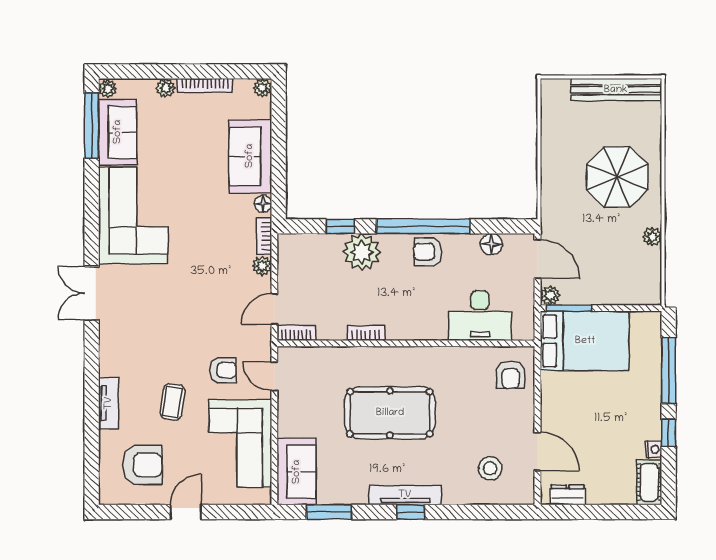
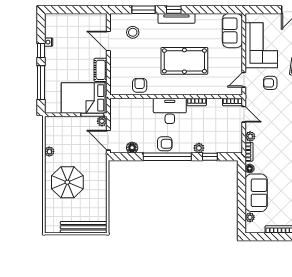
plant: (262, 88) -> (250, 217), moved
bench: (616, 90) -> (84, 227), moved
plant: (362, 252) -> (199, 148), width x0.53, depth x0.53
door: (274, 309) -> (244, 114), hinge flipped
desk: (480, 316) -> (170, 111), moved
armchair: (511, 375) -> (140, 85), moved
door: (274, 376) -> (244, 80), swing flipped
cot: (649, 482) -> (101, 70), moved
dresser: (568, 495) -> (93, 19), removed
window: (329, 512) -> (143, 10), moved

